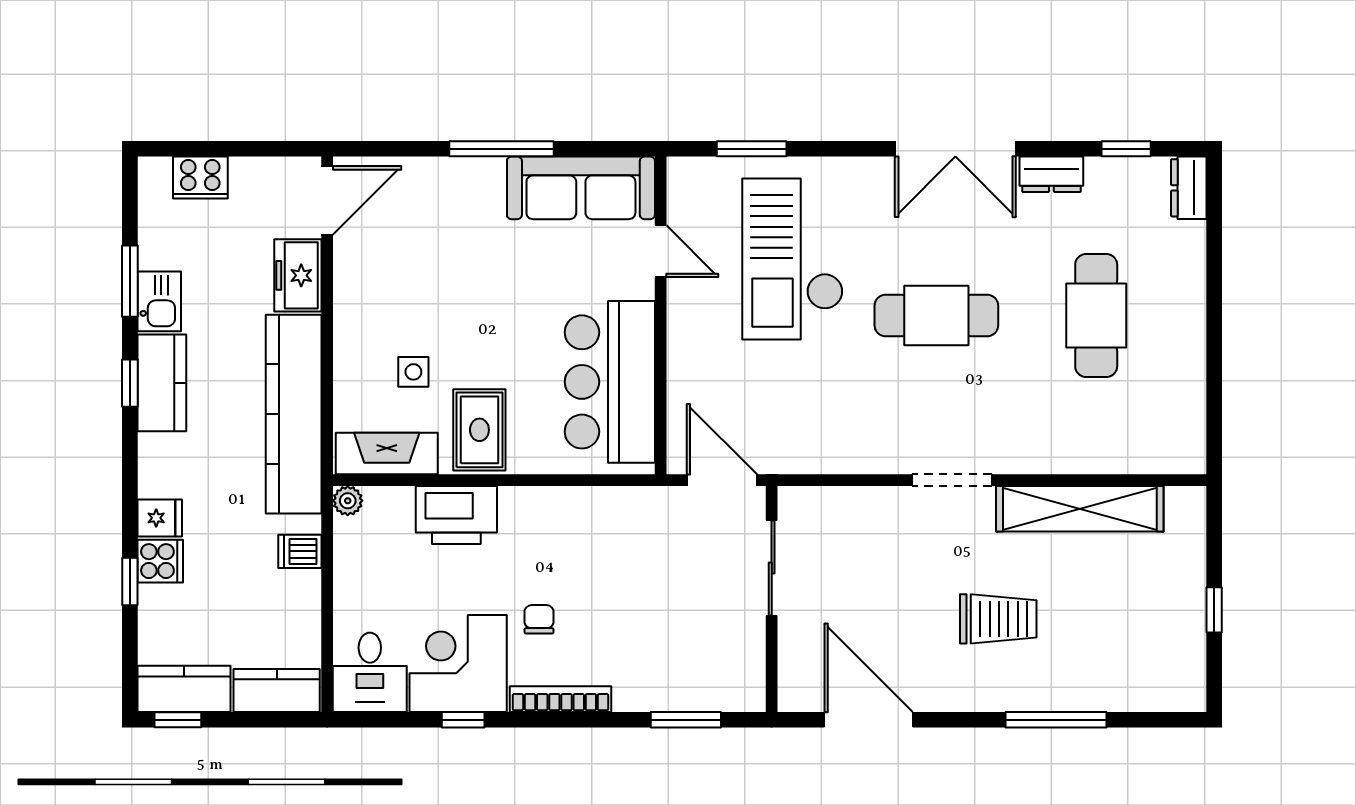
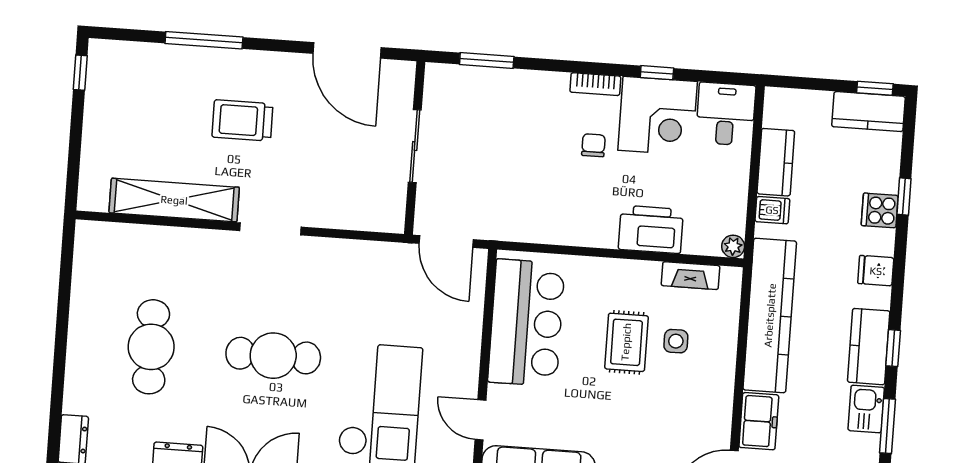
rug: (479, 430) -> (626, 342), moved
fireplace: (387, 454) -> (691, 276), width x0.73, depth x0.76
fridge: (160, 518) -> (876, 271), moved
sliding door: (772, 568) -> (415, 146), moved
window: (1214, 610) -> (80, 73), moved
chair: (539, 619) -> (593, 145), turned 180
kitchen counter: (277, 691) -> (776, 162), moved, turned -90
bookcase: (560, 699) -> (595, 84), width x0.64

